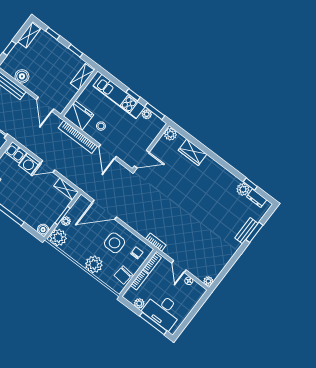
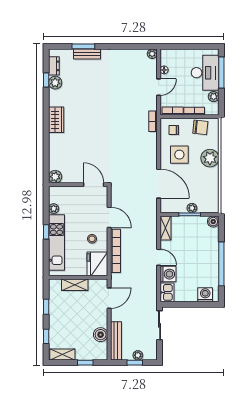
shelving: (82, 77) -> (75, 285), moved
window: (155, 111) -> (46, 204), removed
door: (108, 152) -> (109, 217), hinge flipped
wardrobe: (193, 152) -> (56, 120), moved
plant: (58, 237) -> (210, 204), removed

